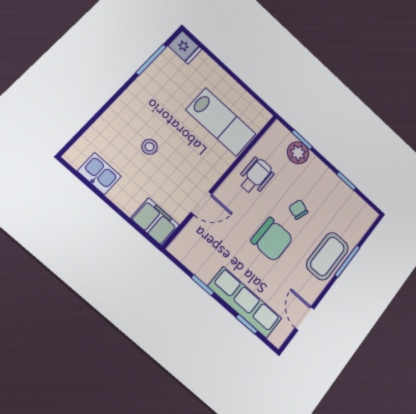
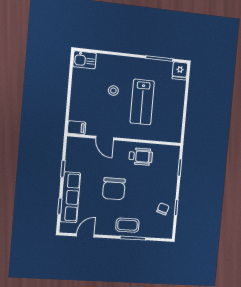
lab bench: (221, 122) -> (142, 102), moved
plant: (298, 153) -> (171, 170), removed
kitchen sink: (99, 174) -> (85, 60), moved, turned 90
chair: (298, 210) -> (163, 209), moved
filing cabinet: (155, 222) -> (77, 128), width x0.50
coffee table: (327, 256) -> (127, 225), width x0.73, depth x0.77

